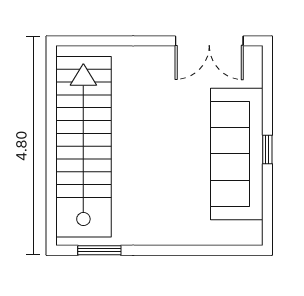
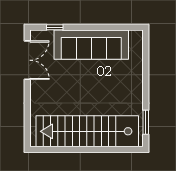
window: (267, 149) -> (55, 27), moved

